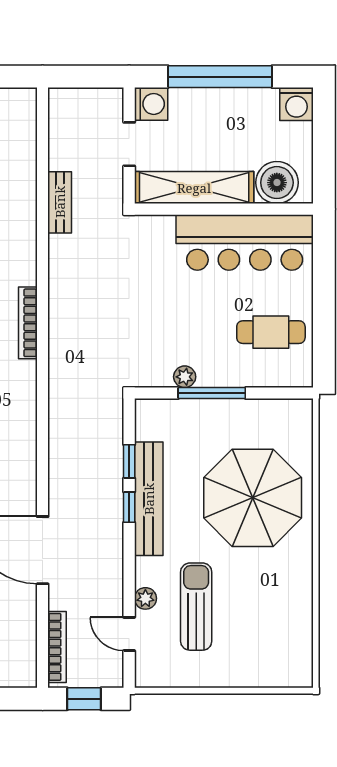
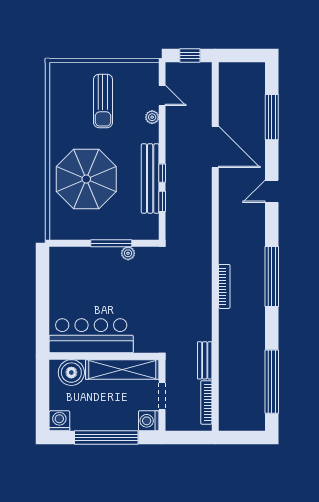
cafe table: (271, 332) -> (75, 281), removed
sun lounger: (196, 607) -> (103, 101), moved
bookcase: (57, 647) -> (206, 402), moved

